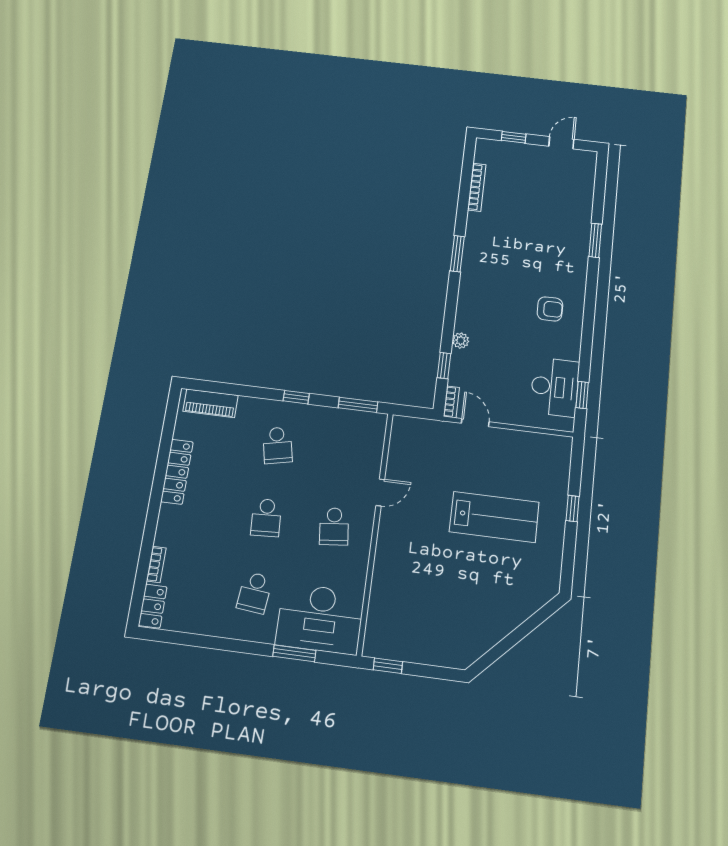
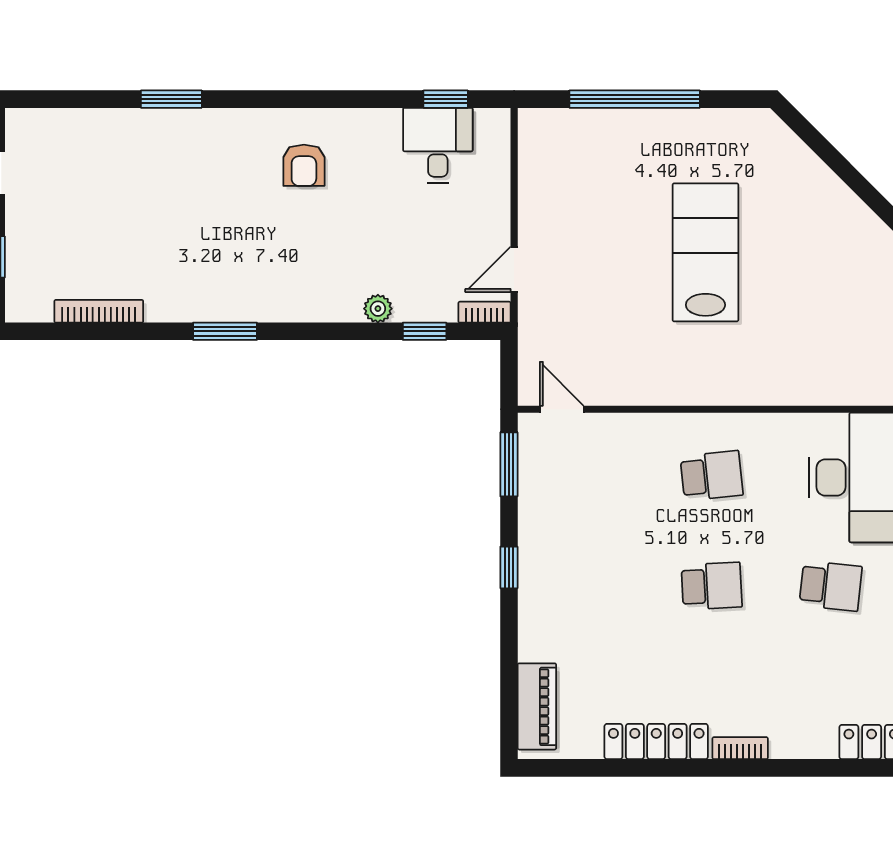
armchair: (550, 309) -> (304, 165), turned 180
desk: (555, 387) -> (438, 145), width x0.73
school desk: (277, 445) -> (593, 586), removed
door: (380, 492) -> (562, 409), moved
window: (573, 509) -> (635, 99), width x3.17
lab bench: (494, 517) -> (705, 252), moved
bookcase: (156, 564) -> (740, 748), moved

